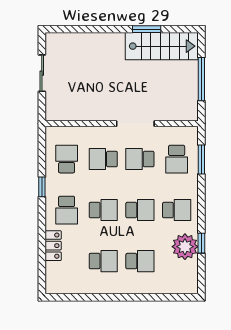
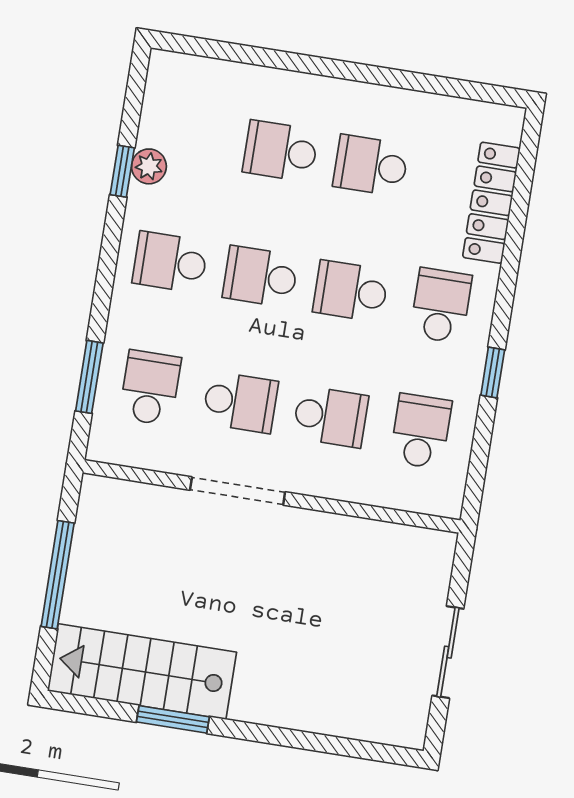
school desk: (67, 159) -> (421, 431), turned 180
locker: (53, 246) -> (491, 203), width x1.53
plant: (185, 247) -> (149, 166), width x0.53, depth x0.53

